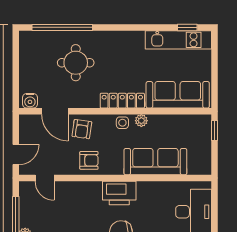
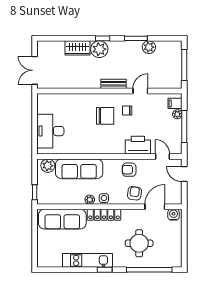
window: (187, 27) -> (105, 270), moved
kitchen unit: (178, 40) -> (88, 260), moved
door: (55, 111) -> (155, 207), hinge flipped
door: (16, 155) -> (184, 174), hinge flipped
plant: (197, 166) -> (48, 166), added
printer: (119, 193) -> (138, 145), moved

